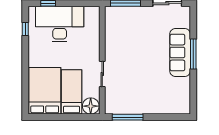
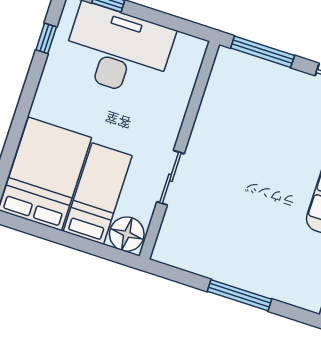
window: (128, 117) -> (240, 295), moved

